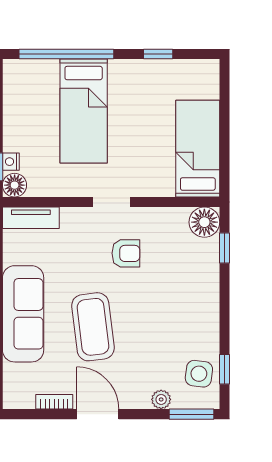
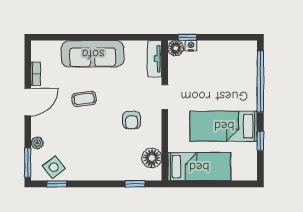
bed: (84, 111) -> (224, 126), moved
doorway: (111, 202) -> (165, 97), moved
floor lamp: (204, 222) -> (152, 158), moved
coffee table: (93, 327) -> (84, 99), width x0.54, depth x0.58
side table: (199, 374) -> (54, 167), turned 45

